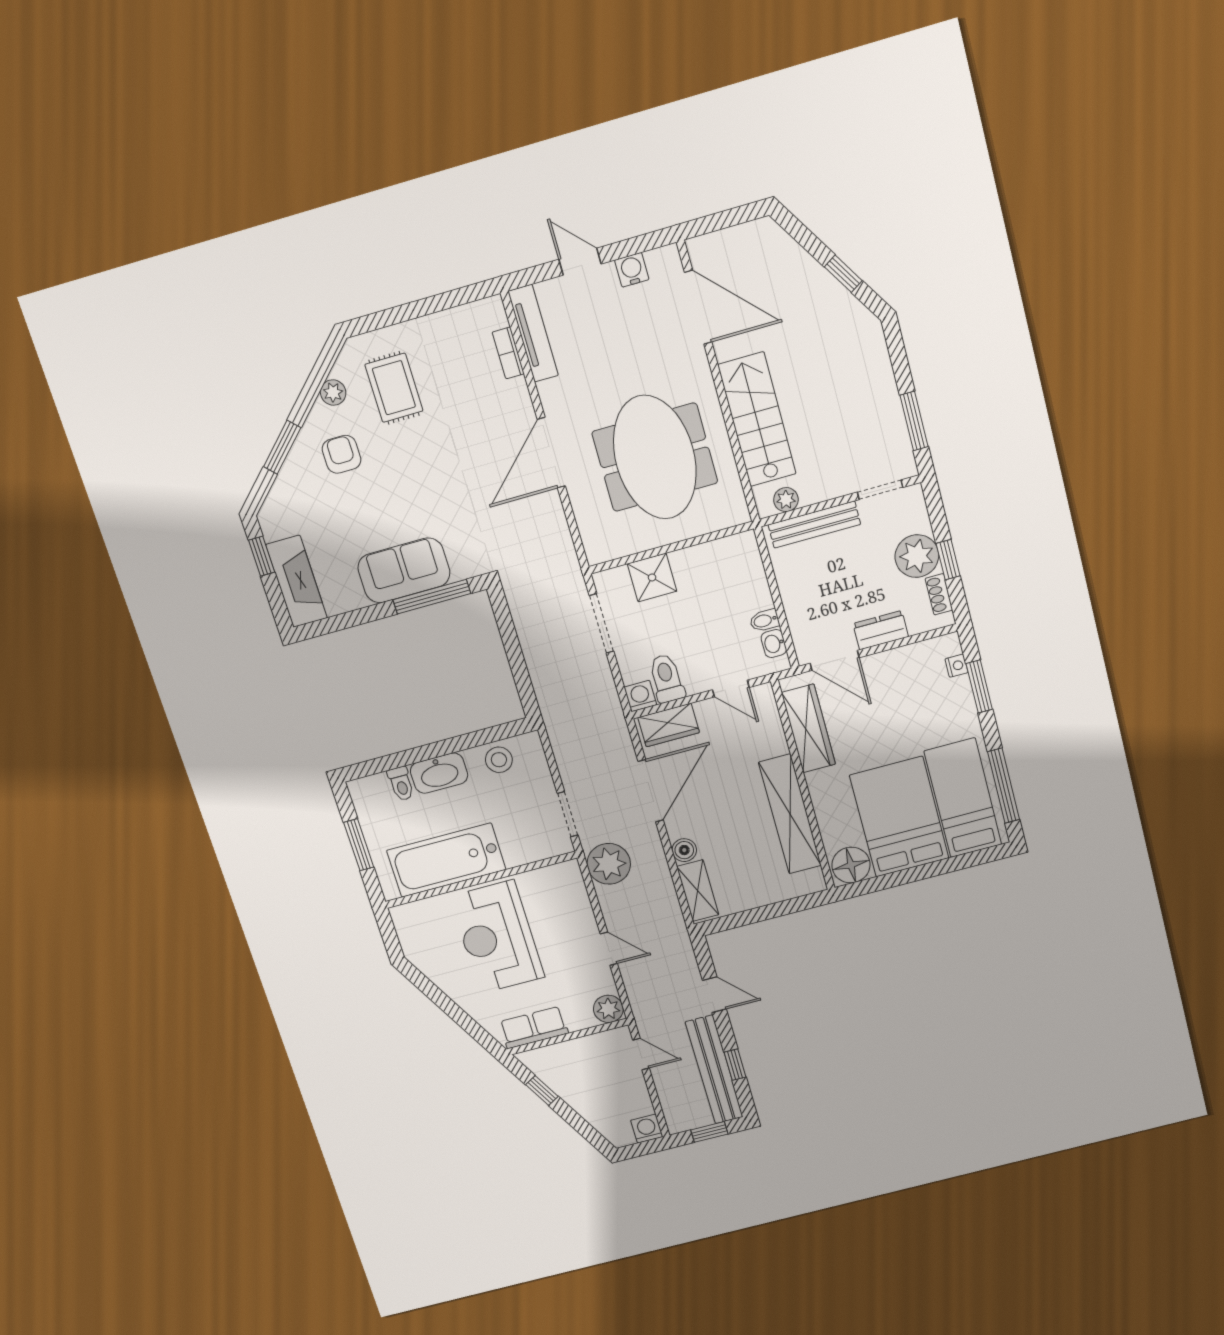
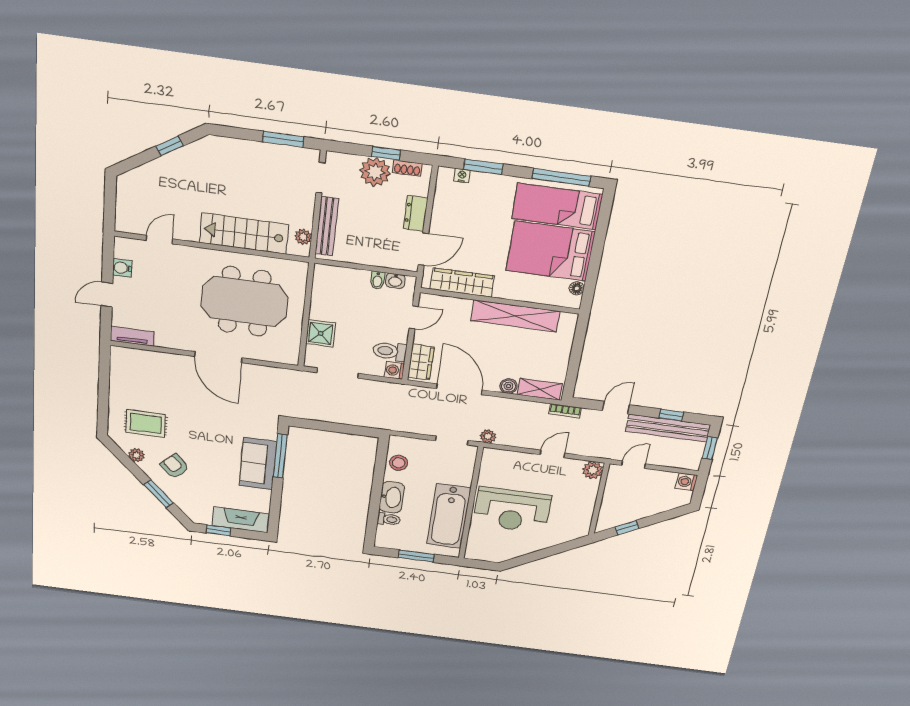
door: (698, 307) -> (159, 240), width x0.53
tv unit: (533, 333) -> (132, 336), width x0.71
bookcase: (508, 353) -> (565, 411), moved
armchair: (342, 454) -> (175, 466), turned 46
plant: (609, 864) -> (488, 436), width x0.53, depth x0.53
floor lamp: (851, 865) -> (577, 288), width x0.53, depth x0.53
row of seats: (534, 1027) -> (582, 515), removed

